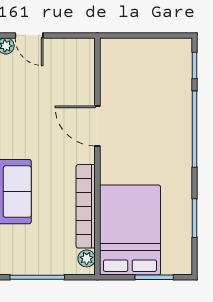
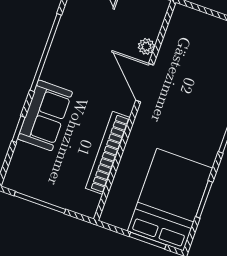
bed: (130, 230) -> (170, 200), moved
plant: (87, 258) -> (146, 46), moved

